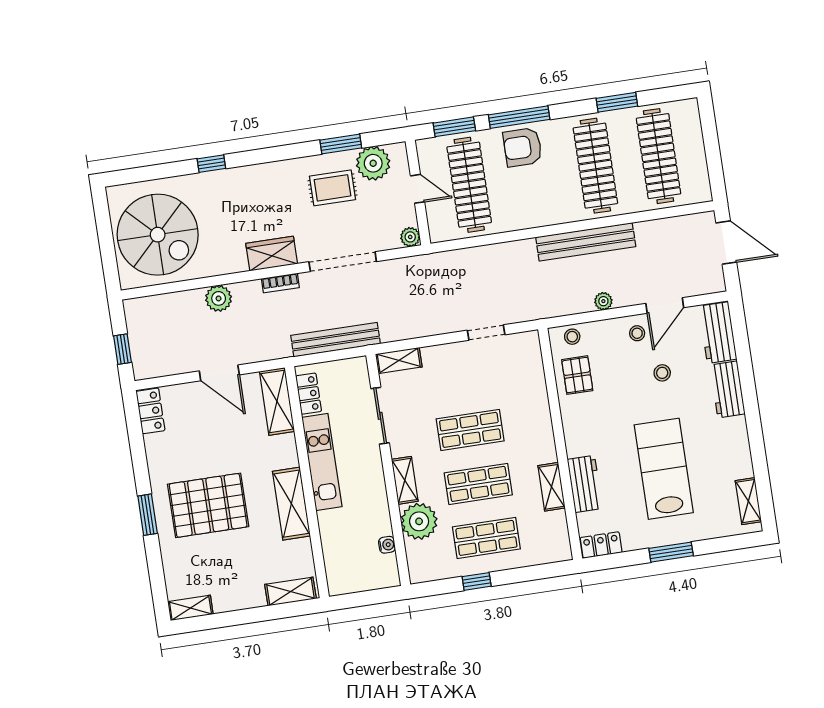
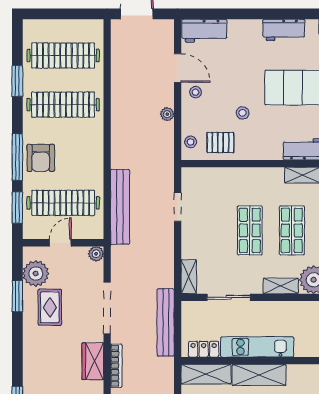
bench: (586, 242) -> (120, 207), moved
bookcase: (280, 283) -> (116, 366), width x1.56
stool: (662, 373) -> (242, 113), moved
workbench: (727, 389) -> (284, 30), moved
shelving: (291, 504) -> (259, 375), moved

